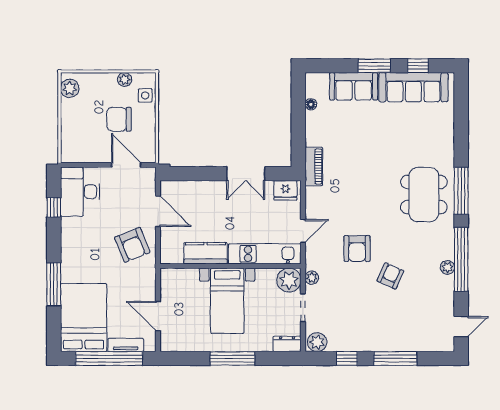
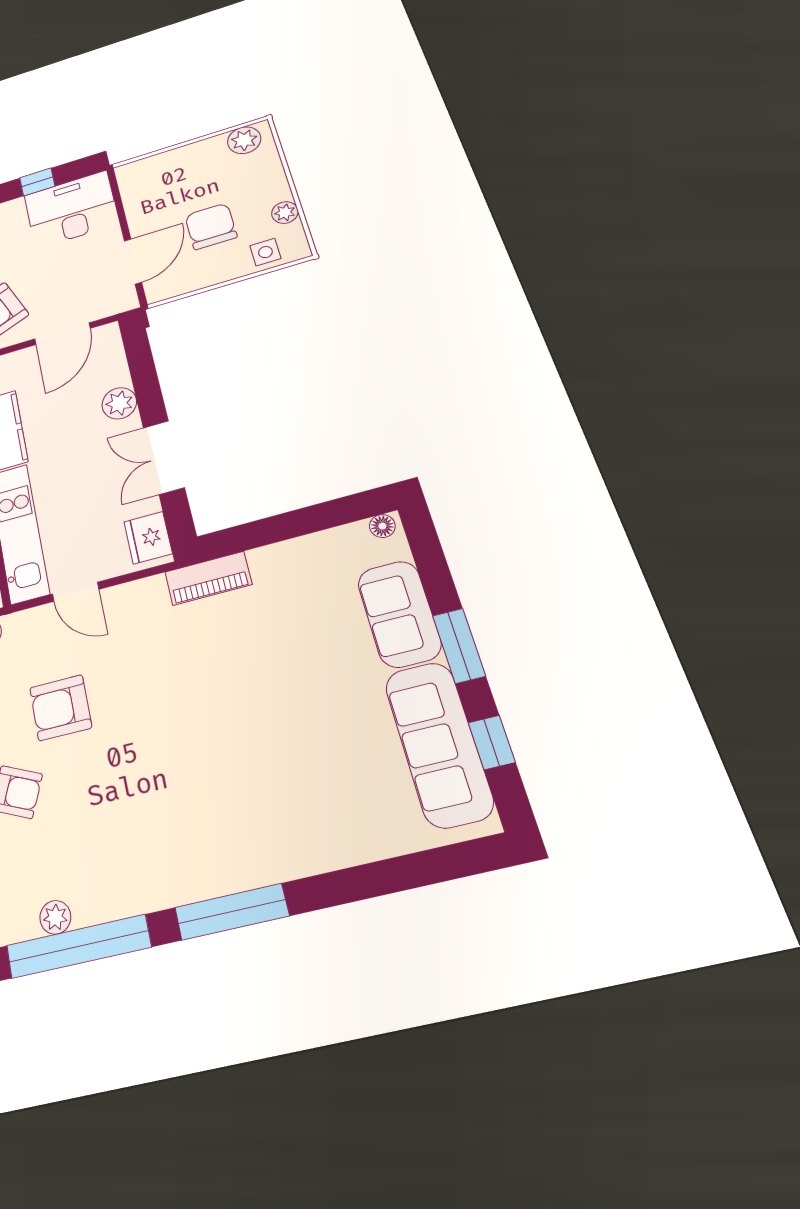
floor lamp: (311, 104) -> (382, 526), moved
plant: (209, 189) -> (119, 403), added
dining table: (424, 195) -> (204, 825), removed

